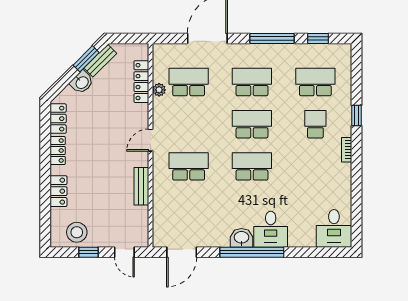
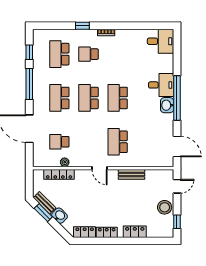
school desk: (189, 82) -> (59, 142), width x0.54
stool: (77, 232) -> (165, 207), moved
window: (88, 252) -> (177, 222), moved

